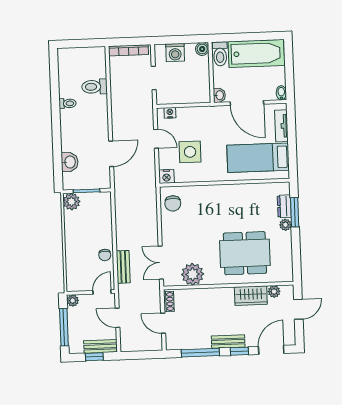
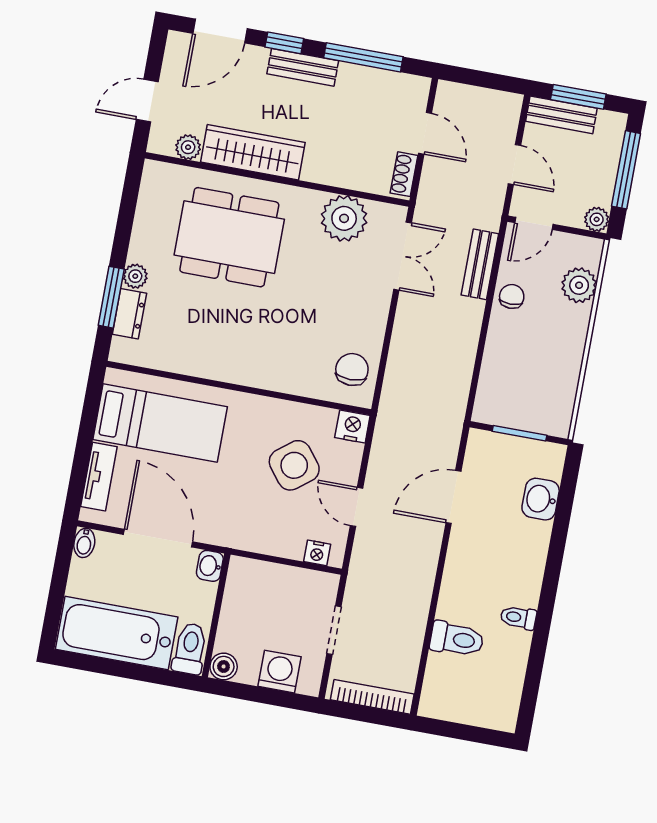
side table: (190, 152) -> (294, 465), turned -38
plant: (71, 202) -> (579, 285), moved
wardrobe: (251, 296) -> (253, 152), width x1.50
window: (94, 357) -> (578, 97), width x1.50

